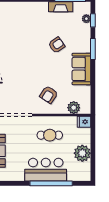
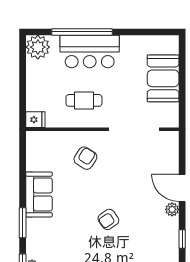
armchair: (57, 45) -> (108, 219), moved
plant: (74, 108) -> (50, 140), removed
plant: (82, 153) -> (38, 47), moved

